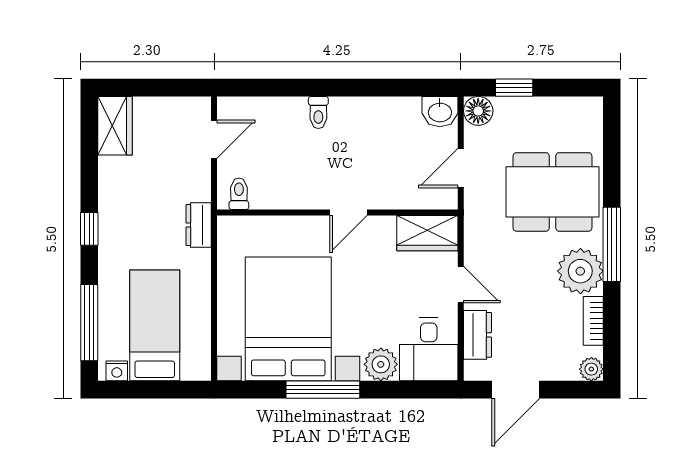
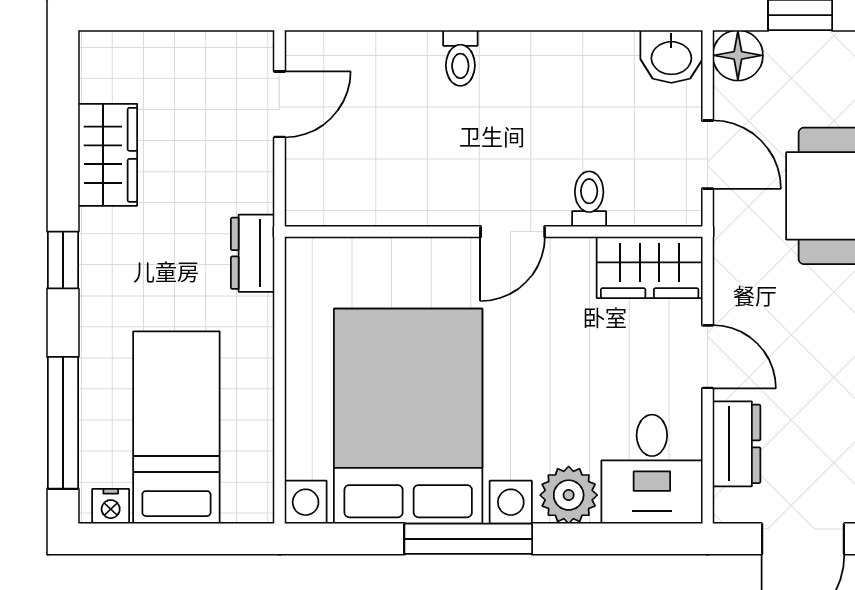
wardrobe: (115, 126) -> (108, 155), moved
door: (461, 168) -> (708, 155), swing flipped
toilet: (239, 194) -> (589, 199), moved

